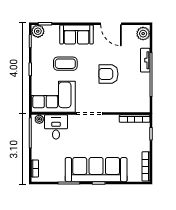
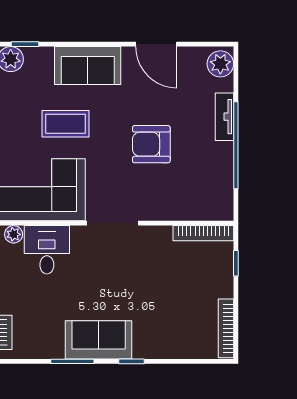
sofa: (96, 170) -> (99, 340), width x0.54, depth x0.79

